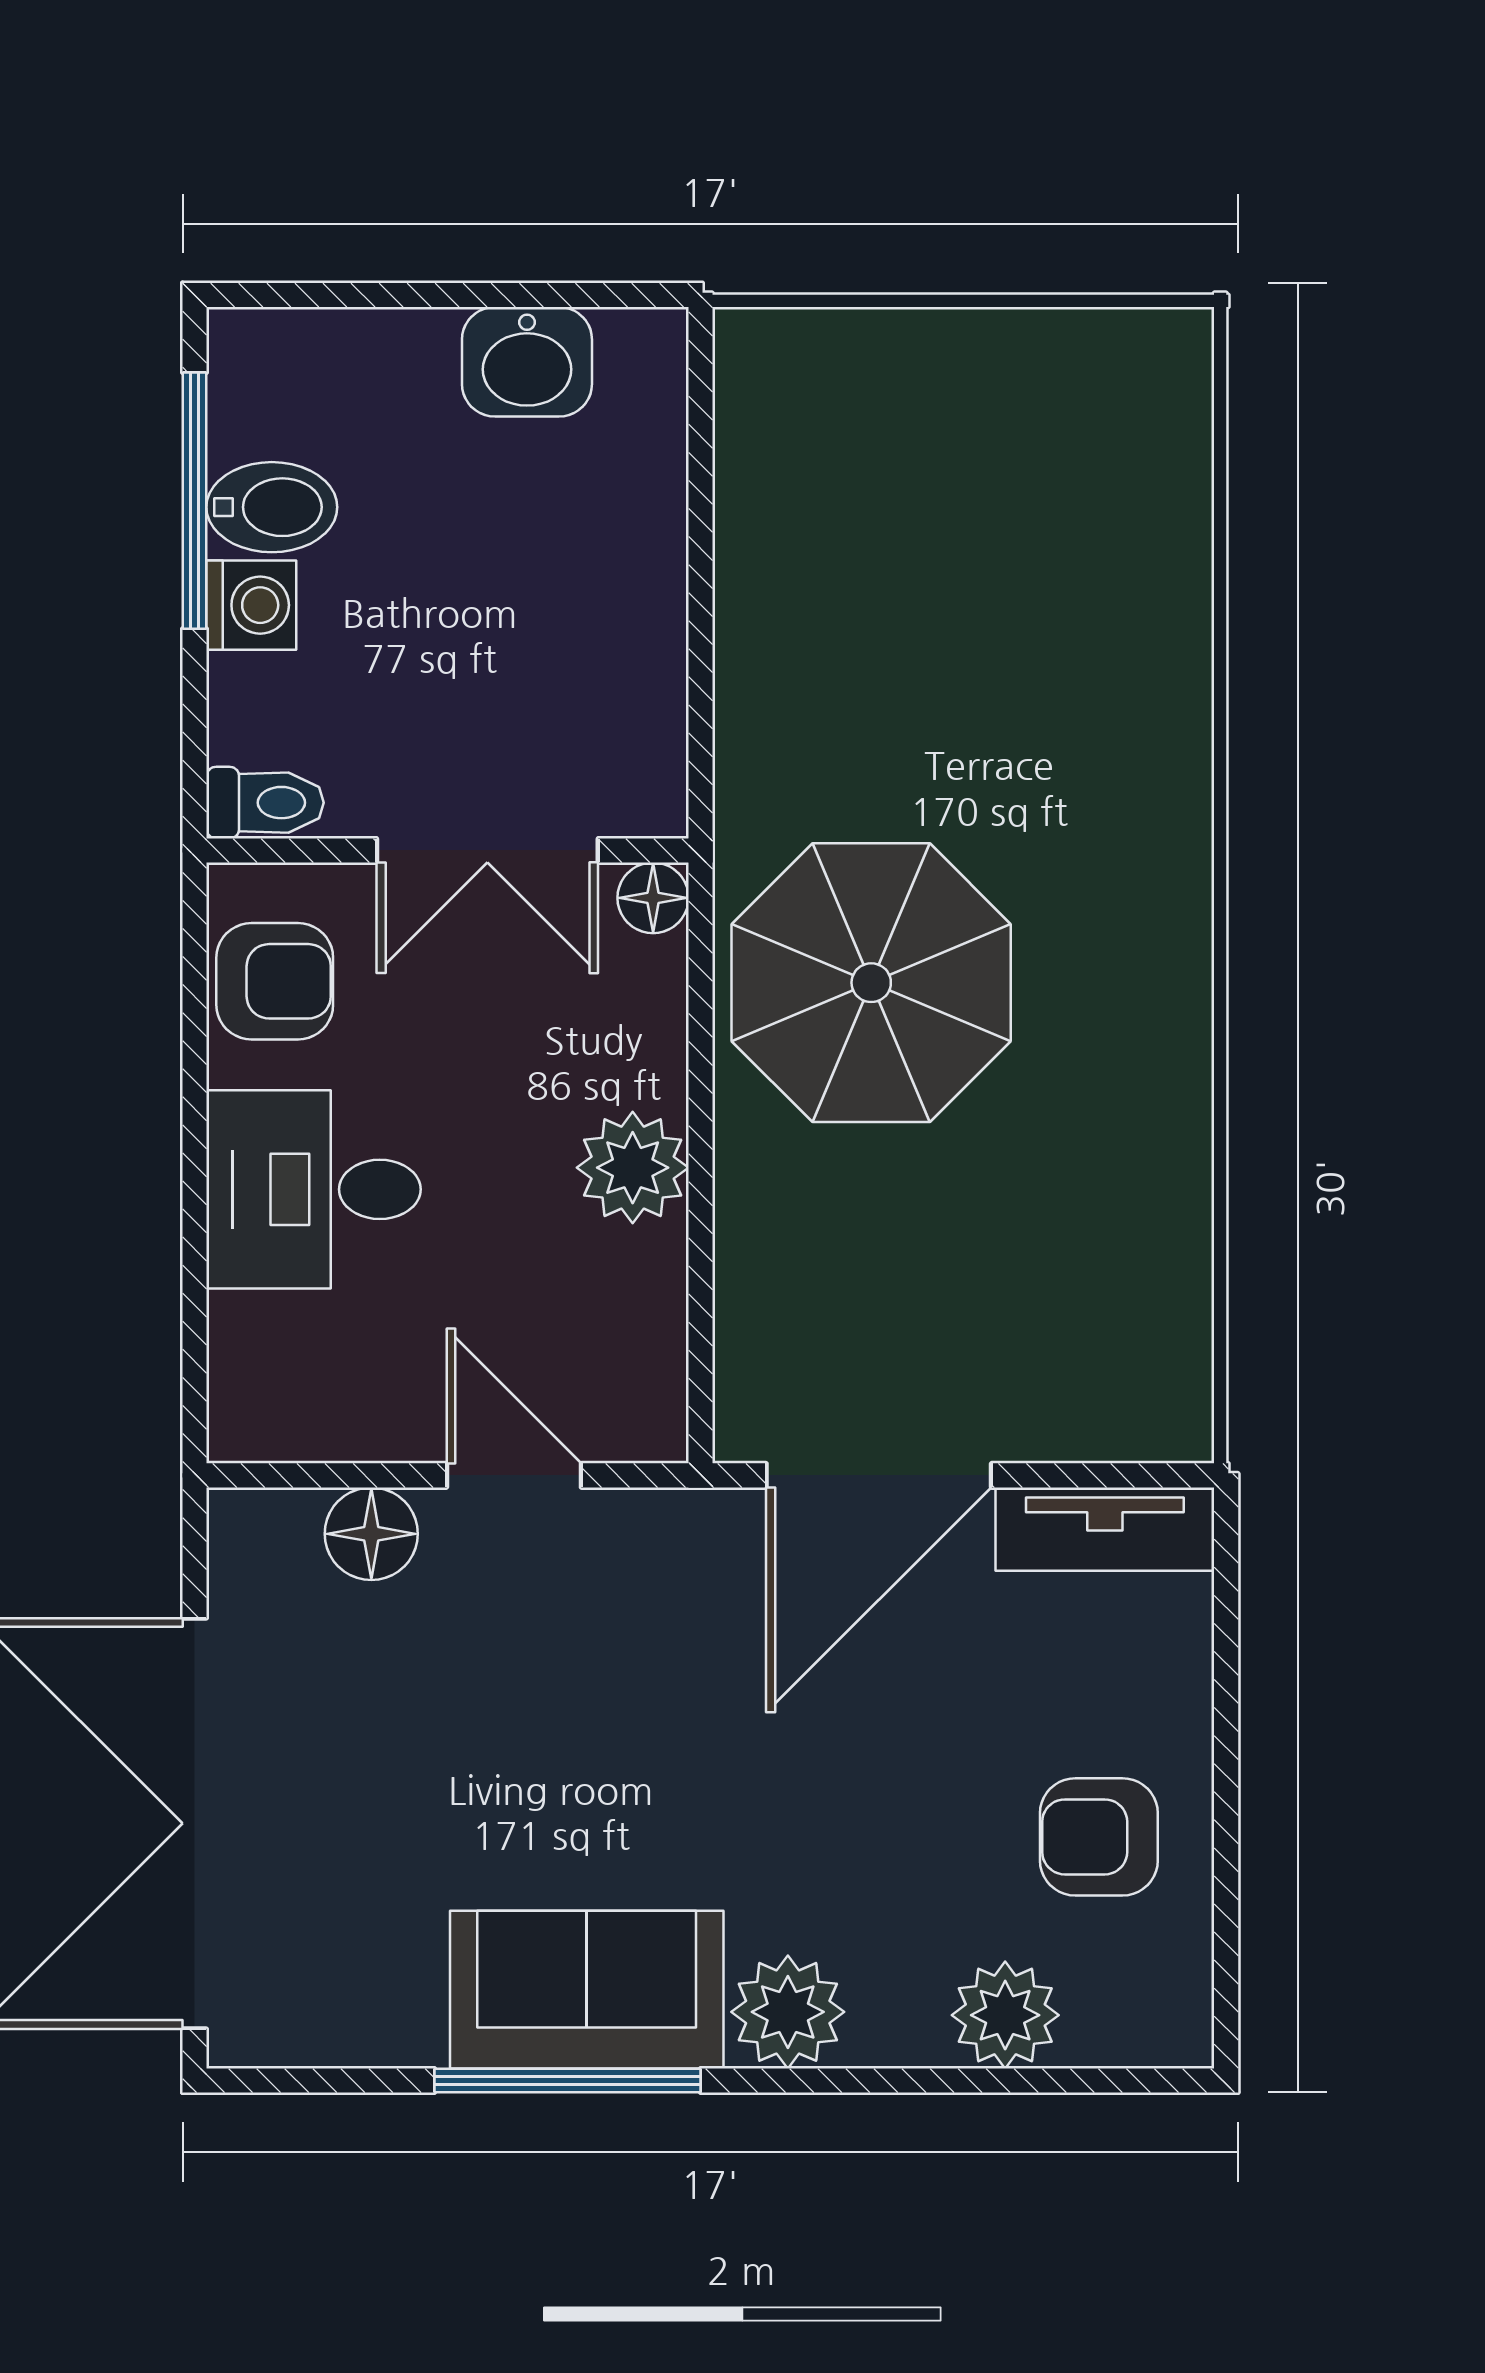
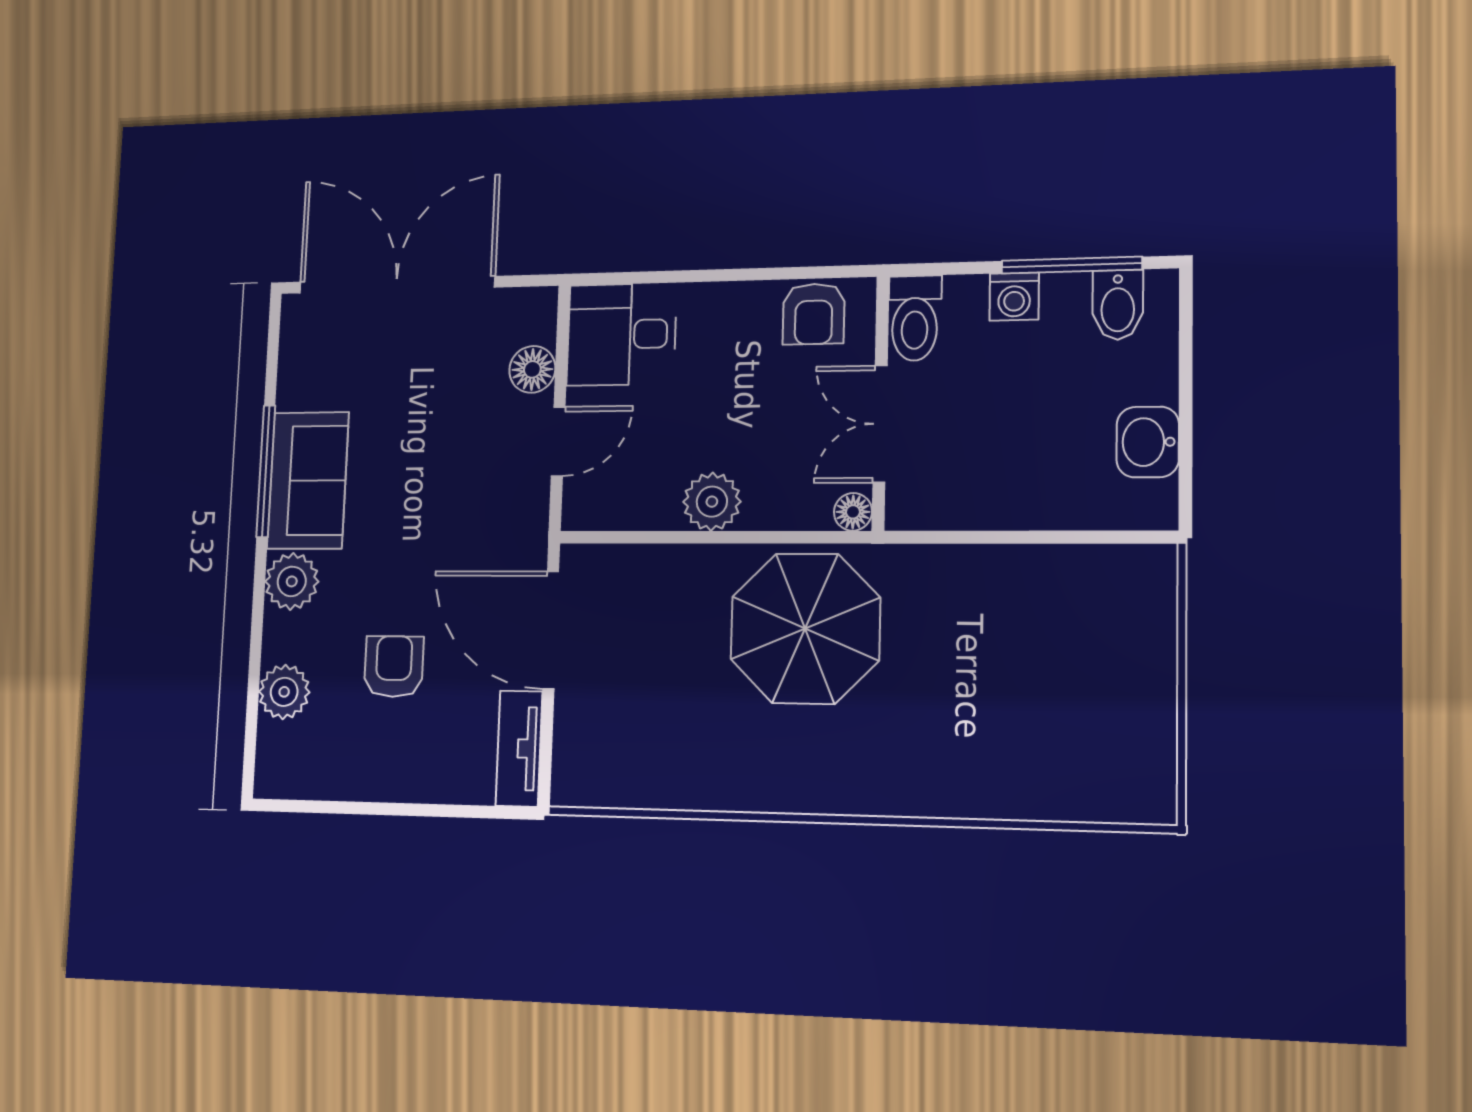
bidet: (272, 507) -> (1118, 305), moved
toilet: (265, 803) -> (915, 318), width x1.37, depth x1.39
desk: (313, 1189) -> (622, 334), moved, turned -90
armchair: (1099, 1837) -> (394, 667), moved

